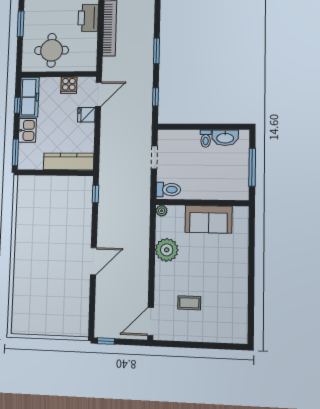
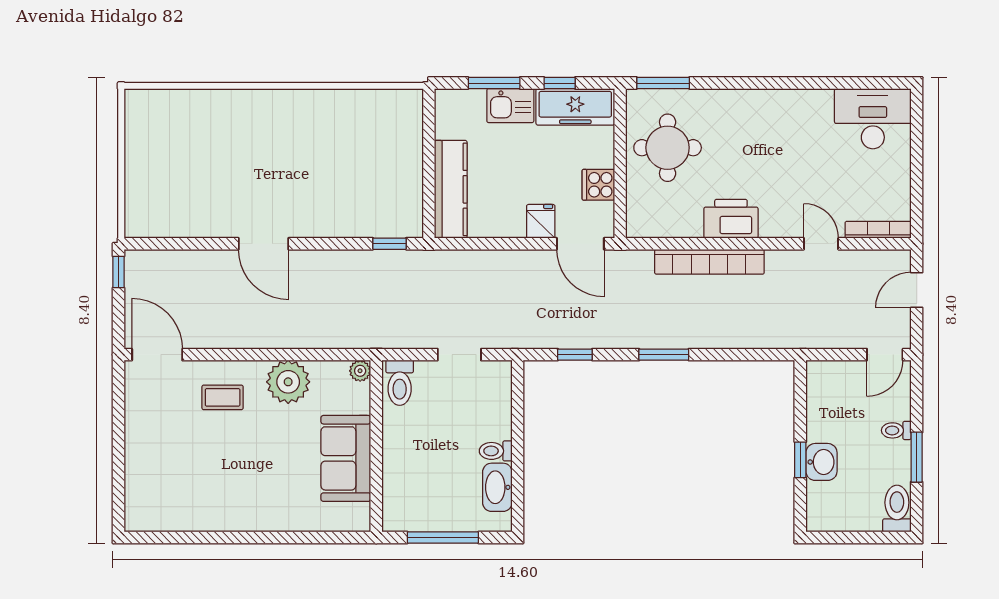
window: (21, 24) -> (663, 83), moved
window: (15, 152) -> (494, 83), moved
coffee table: (189, 303) -> (223, 397), moved, turned 90

